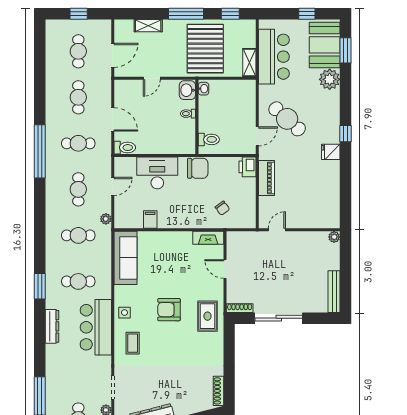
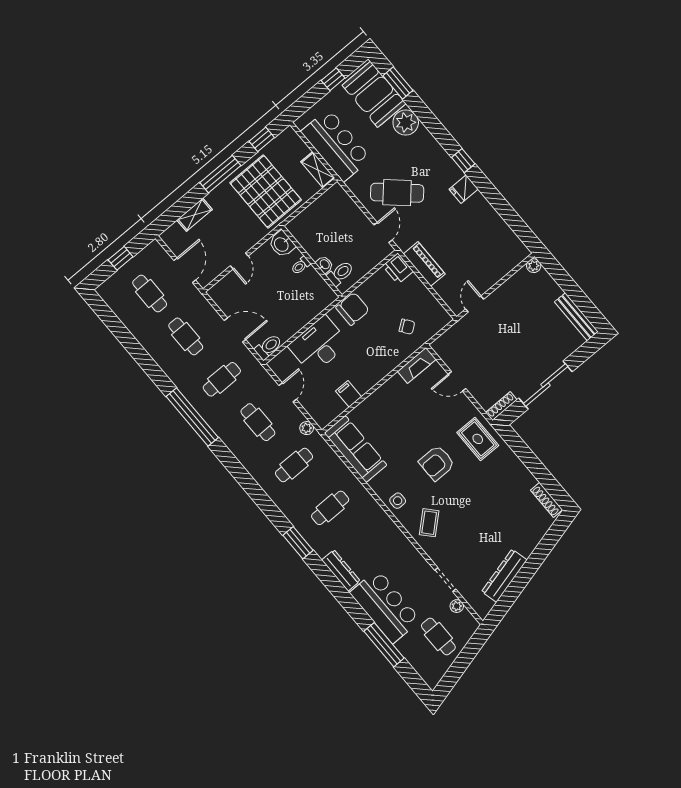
washbasin: (203, 89) -> (324, 264), moved
bar counter: (96, 327) -> (385, 606), moved, turned 180
coffee table: (133, 343) -> (429, 523), turned 48

